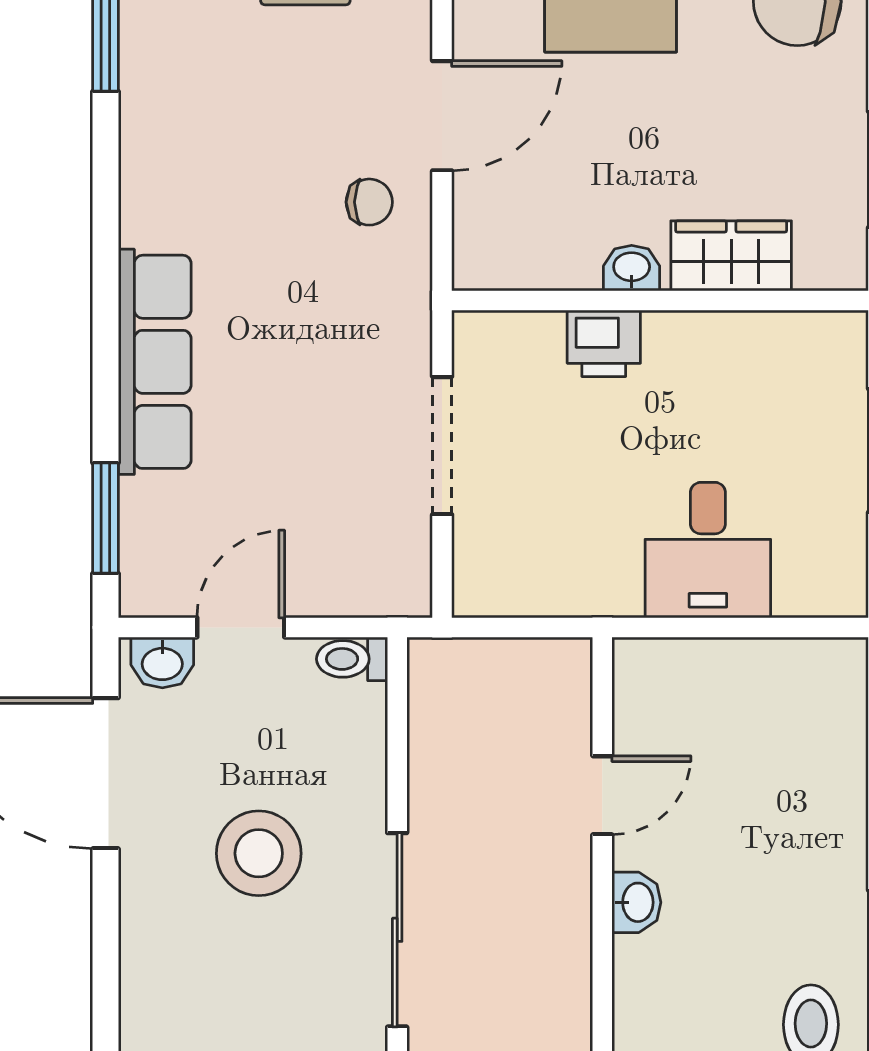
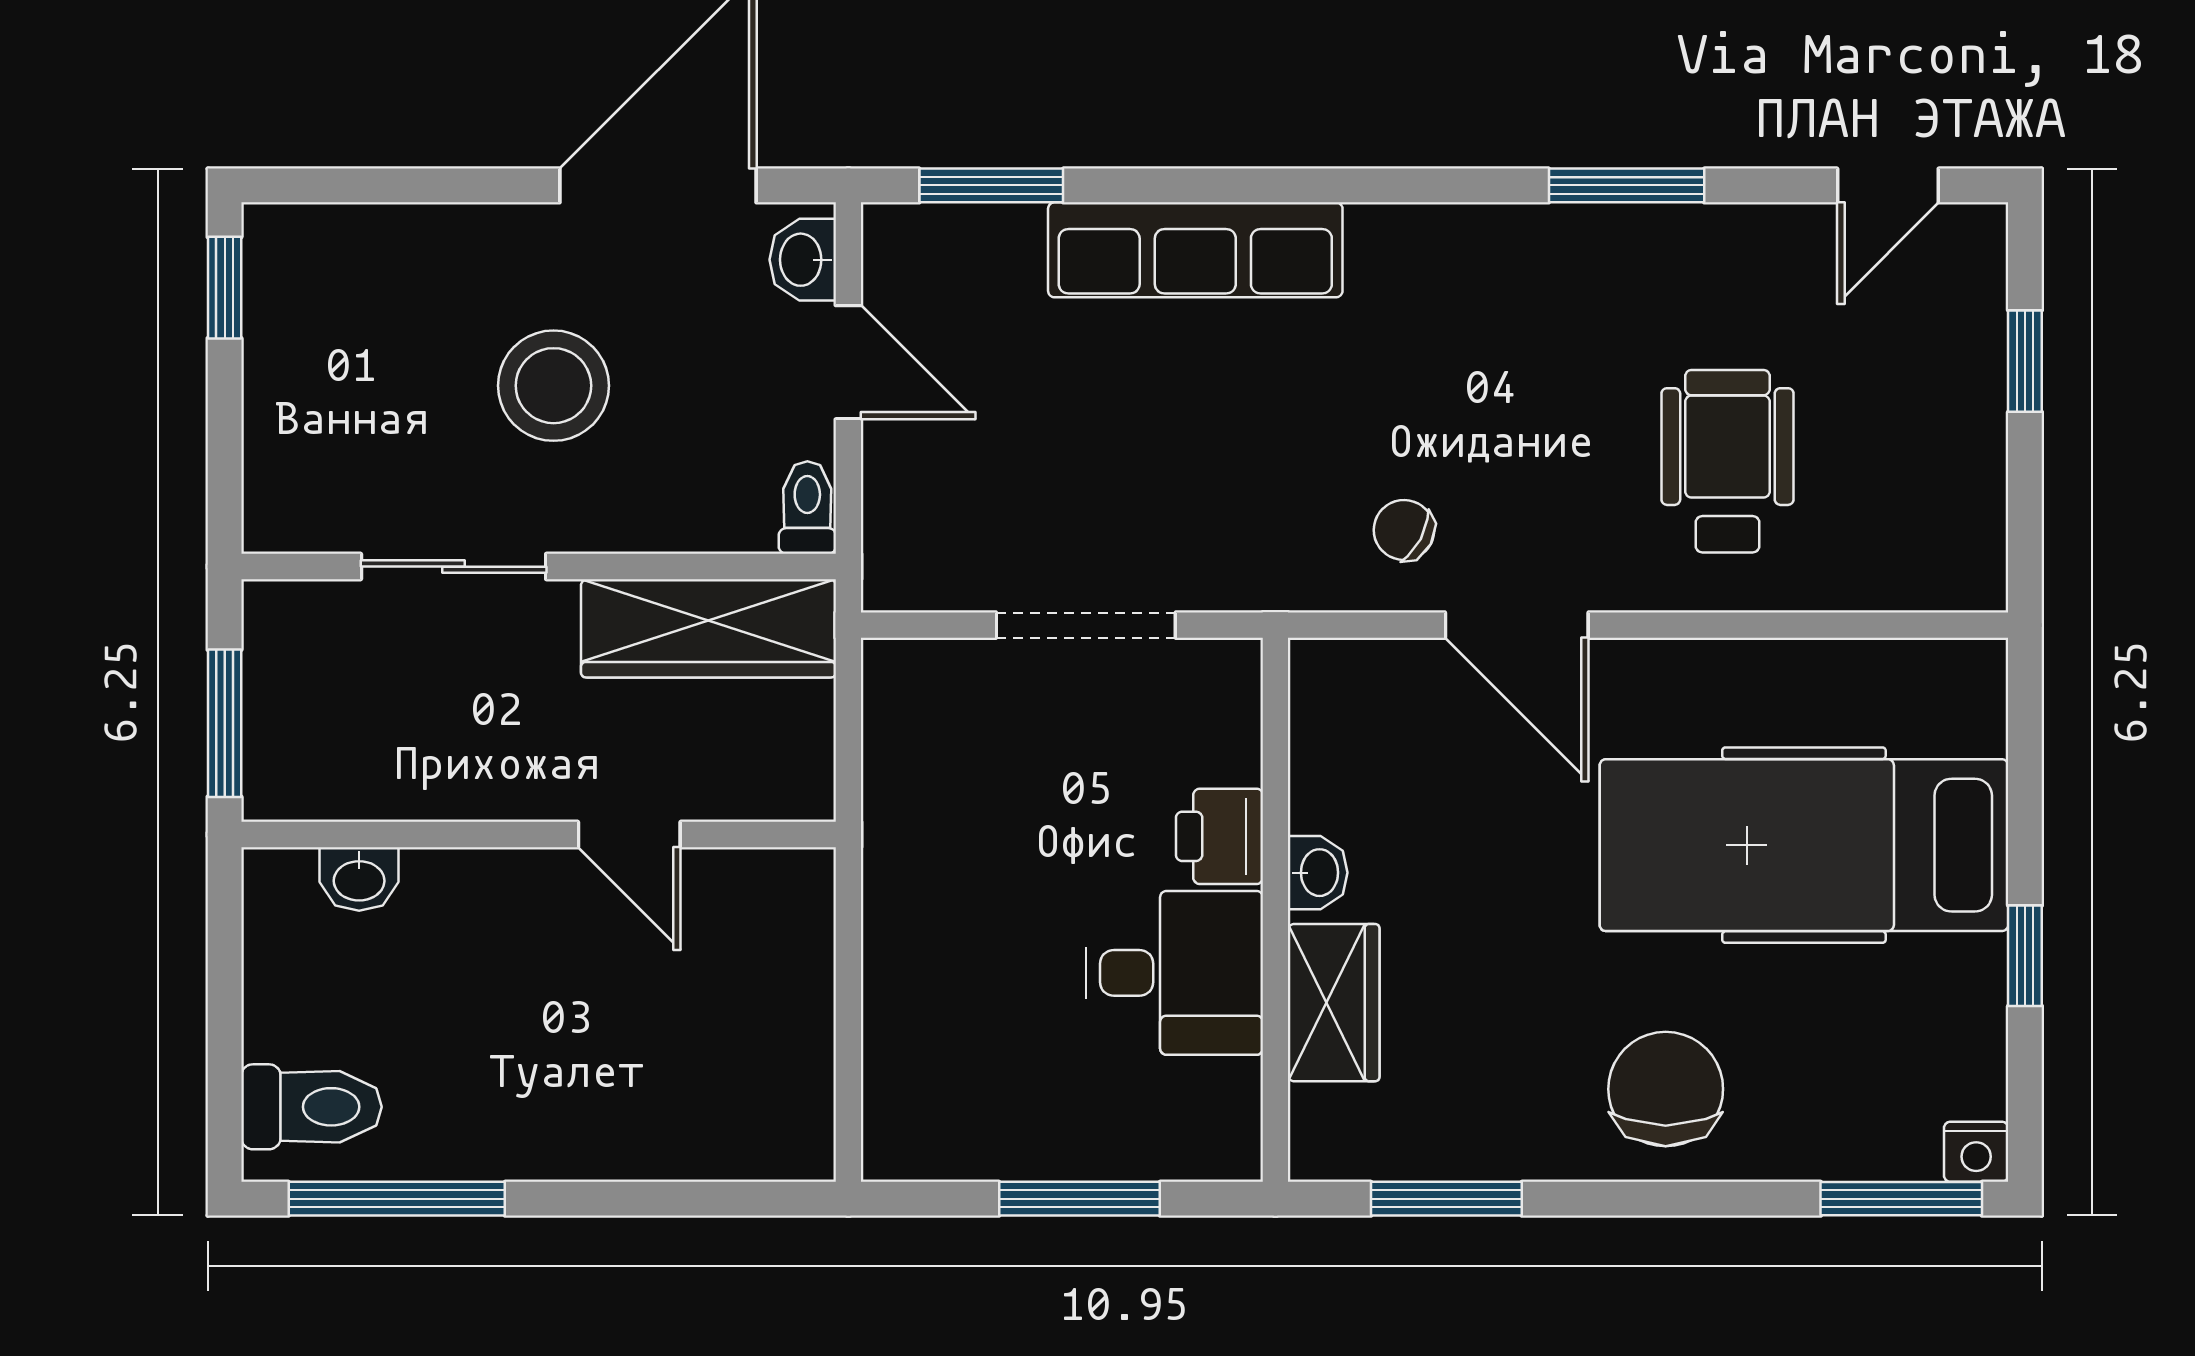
chair: (369, 202) -> (1404, 530), turned 118
desk: (708, 550) -> (1174, 973), moved, turned 180
wardrobe: (445, 735) -> (708, 628), added
washbasin: (636, 902) -> (359, 879), moved
sliding door: (397, 930) -> (454, 567), width x0.73

